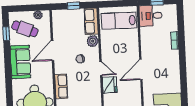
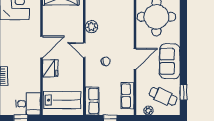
plant: (93, 41) -> (91, 27), moved
door: (52, 51) -> (135, 59), moved
fridge: (110, 85) -> (50, 68), moved, turned 180
row of seats: (61, 86) -> (127, 96), moved

